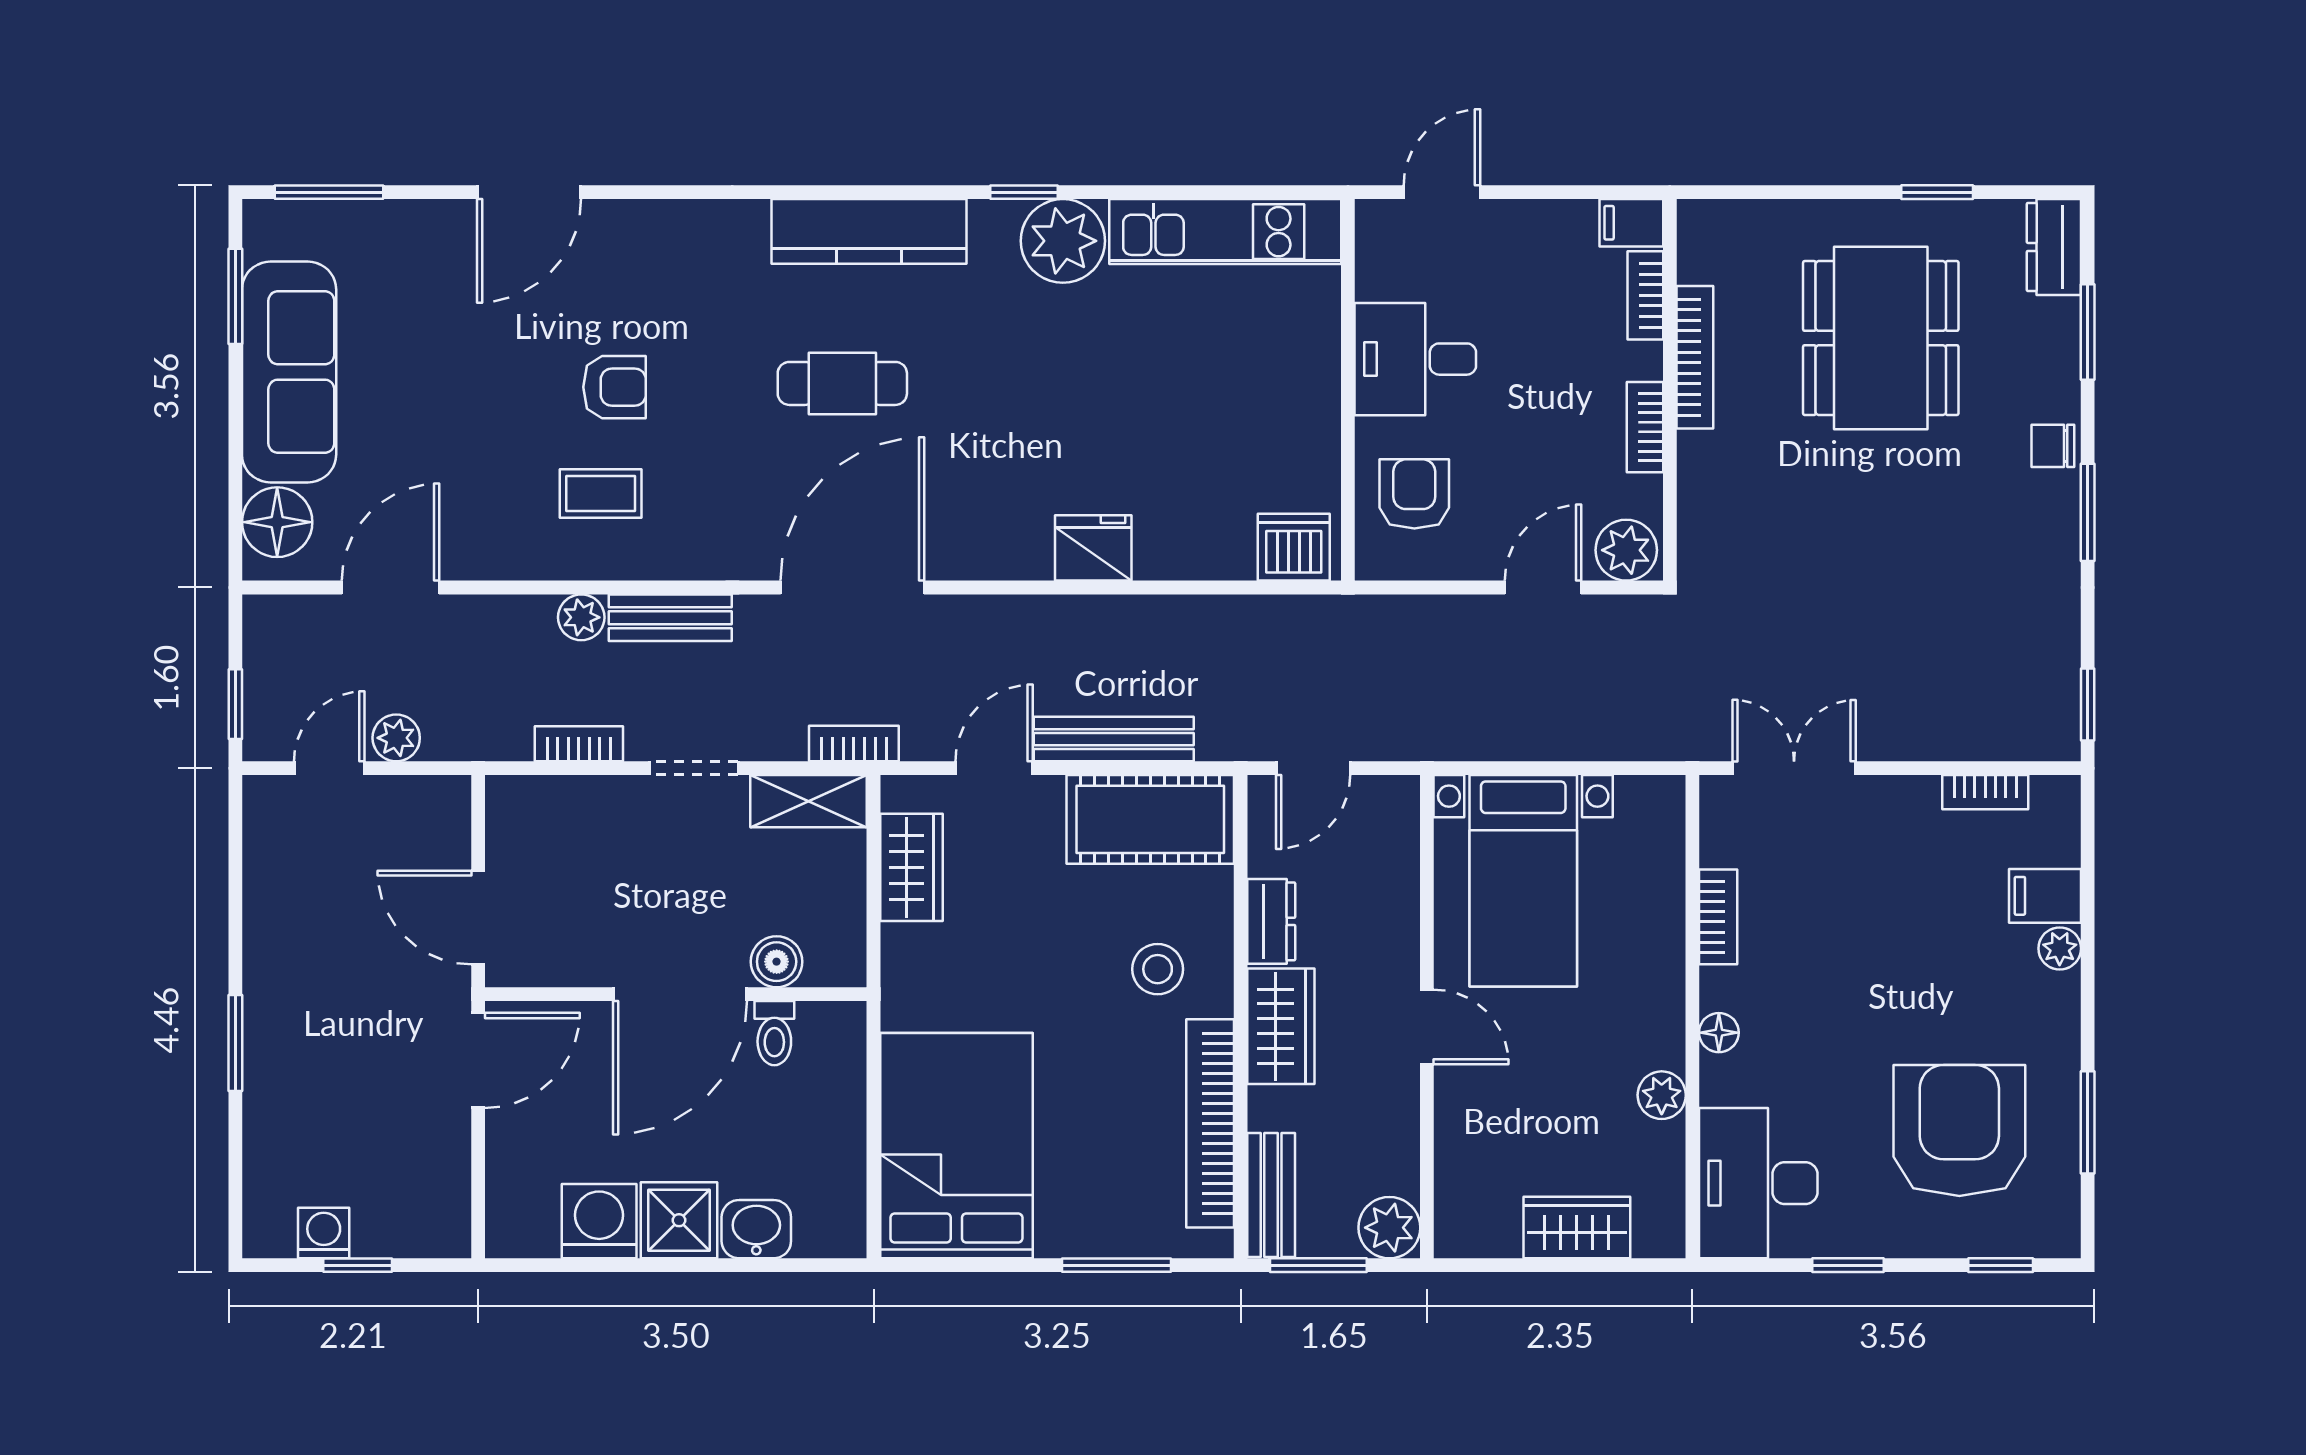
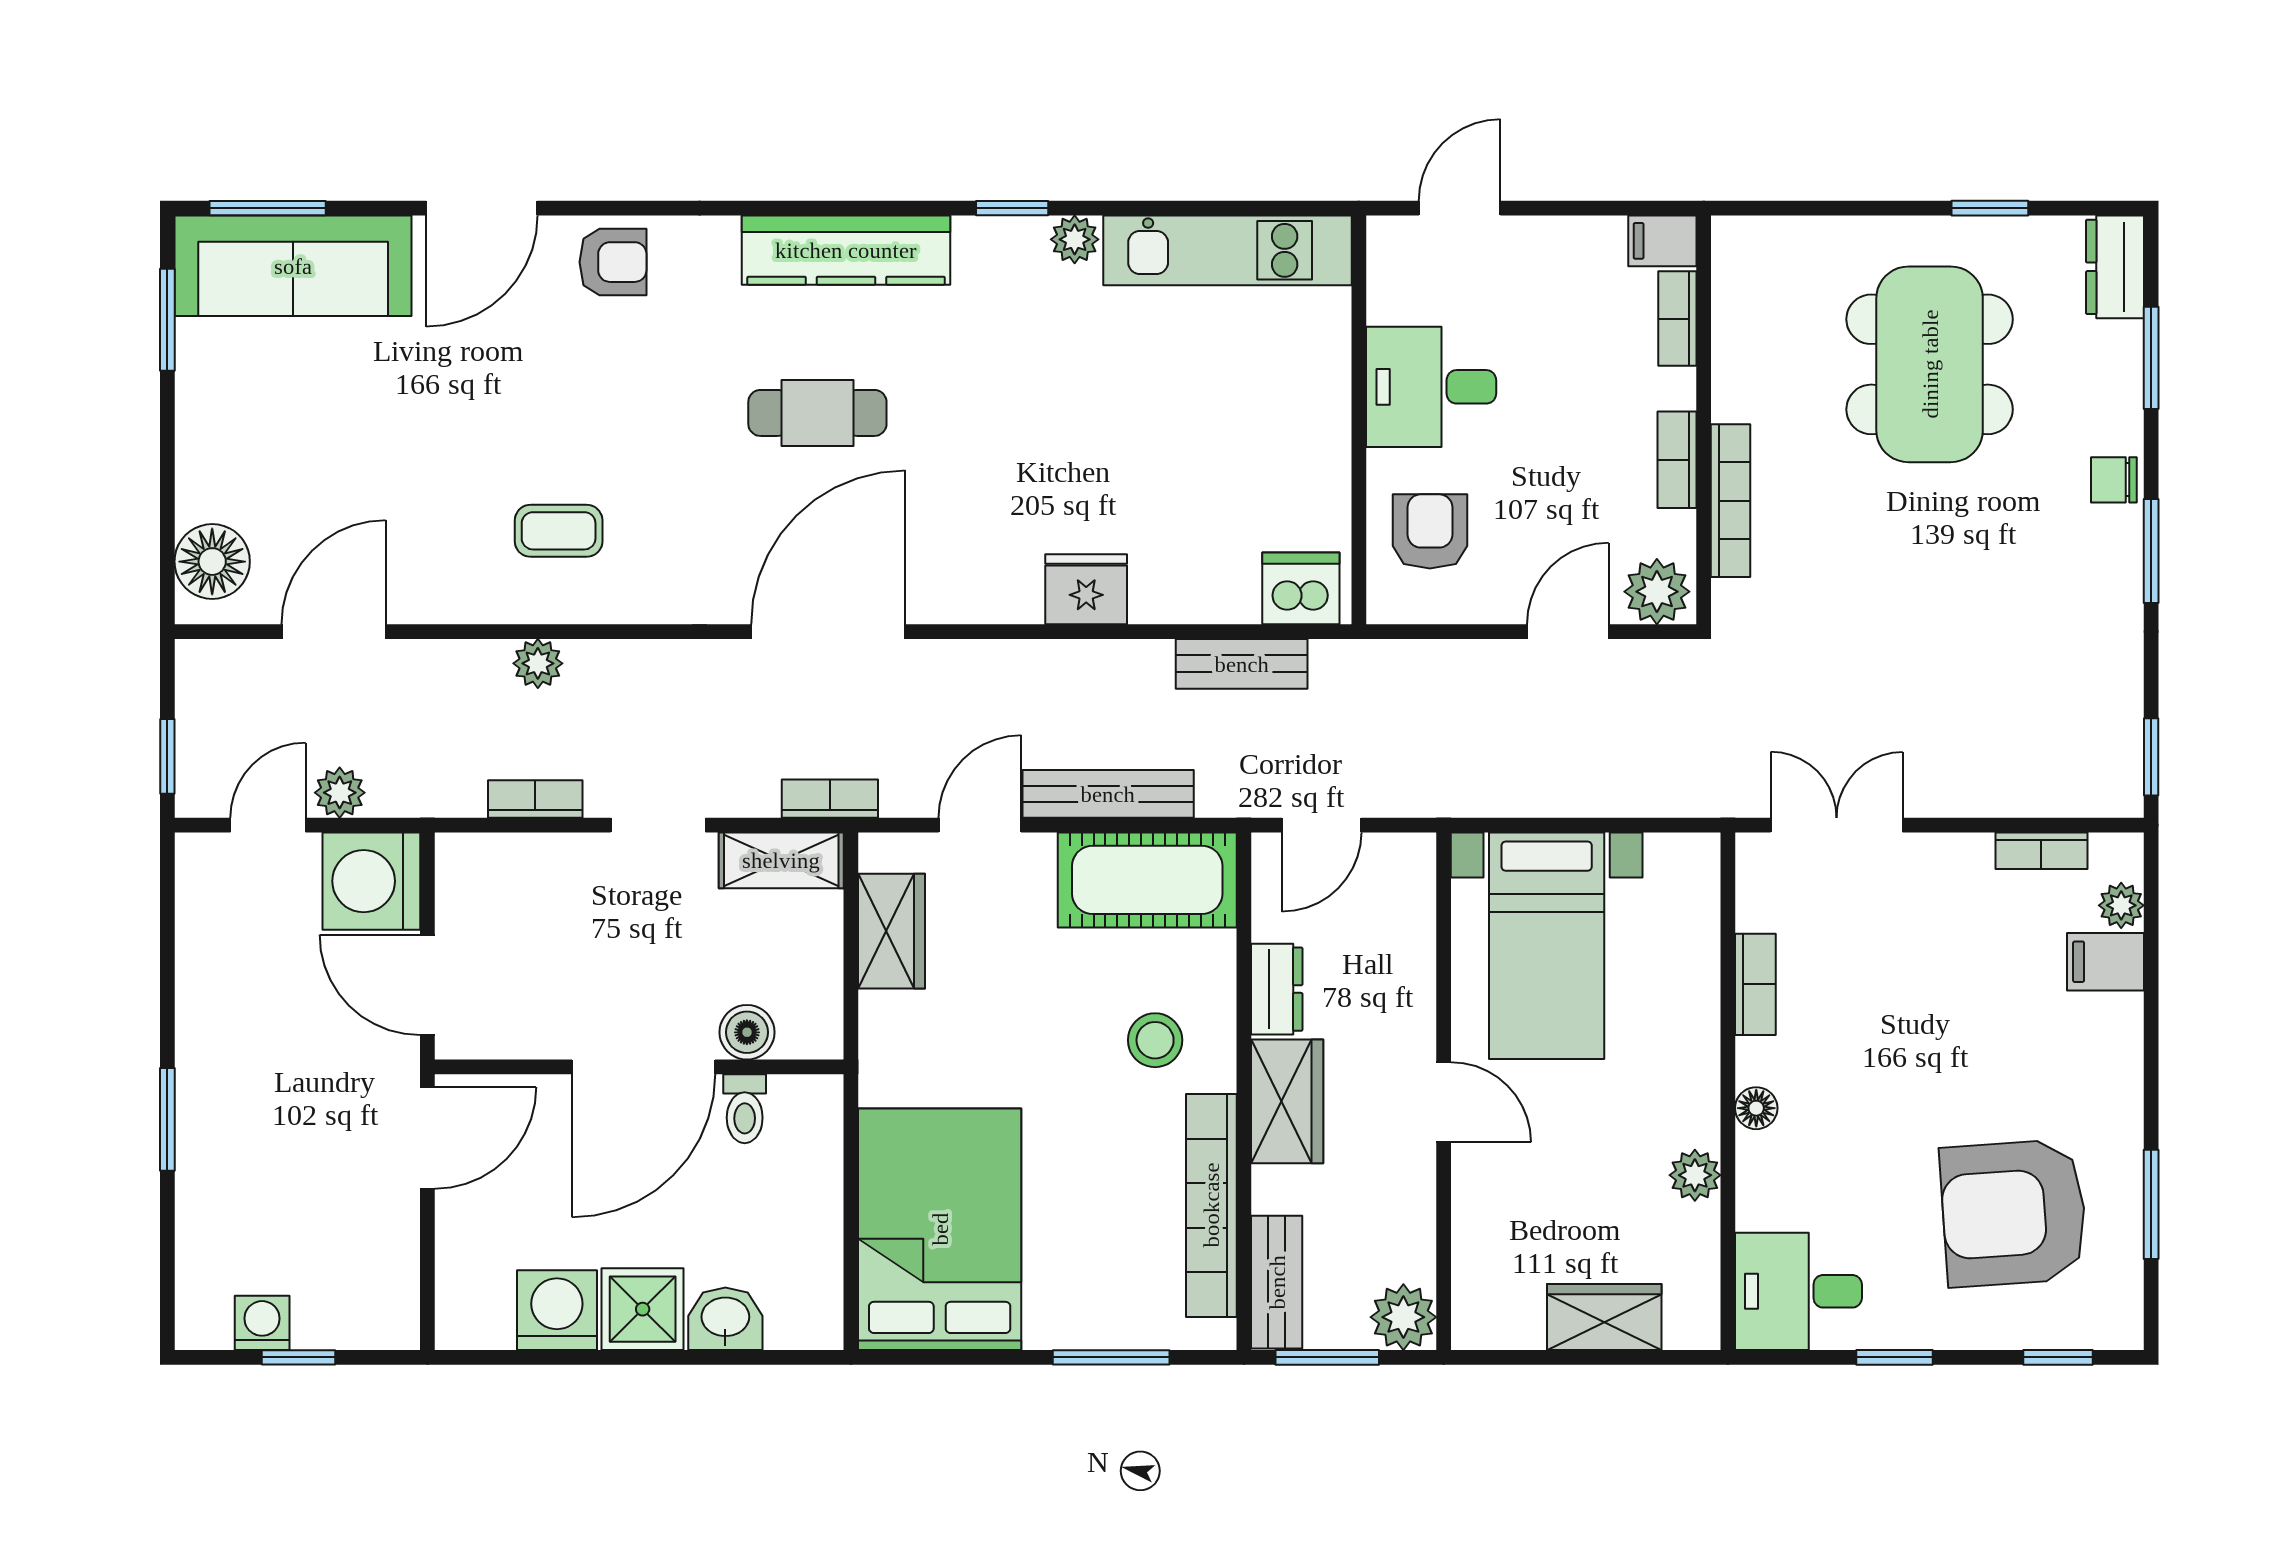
plant: (1063, 241) -> (1075, 239), width x0.53, depth x0.53
bookcase: (1695, 357) -> (1730, 501), moved
sofa: (289, 372) -> (293, 266), moved, turned 90
armchair: (615, 387) -> (613, 262), moved
bench: (670, 618) -> (1242, 664), moved
washing machine: (426, 821) -> (371, 881), added
plant: (2060, 948) -> (2121, 905), moved
armchair: (1959, 1131) -> (2014, 1213), turned -94
desk: (1758, 1183) -> (1798, 1291), width x0.73

